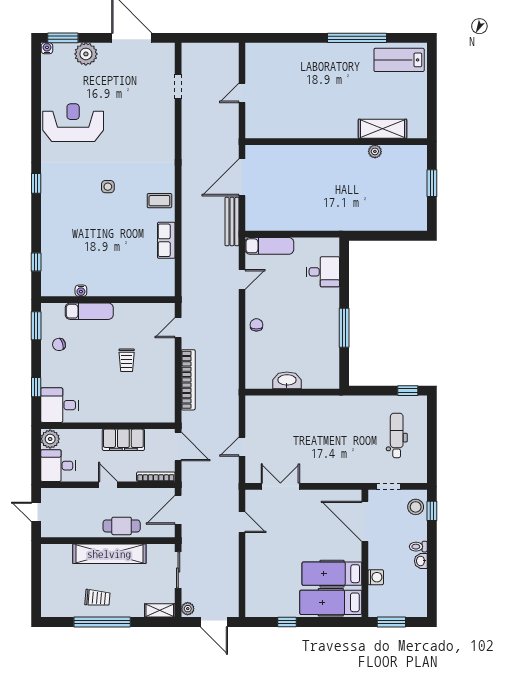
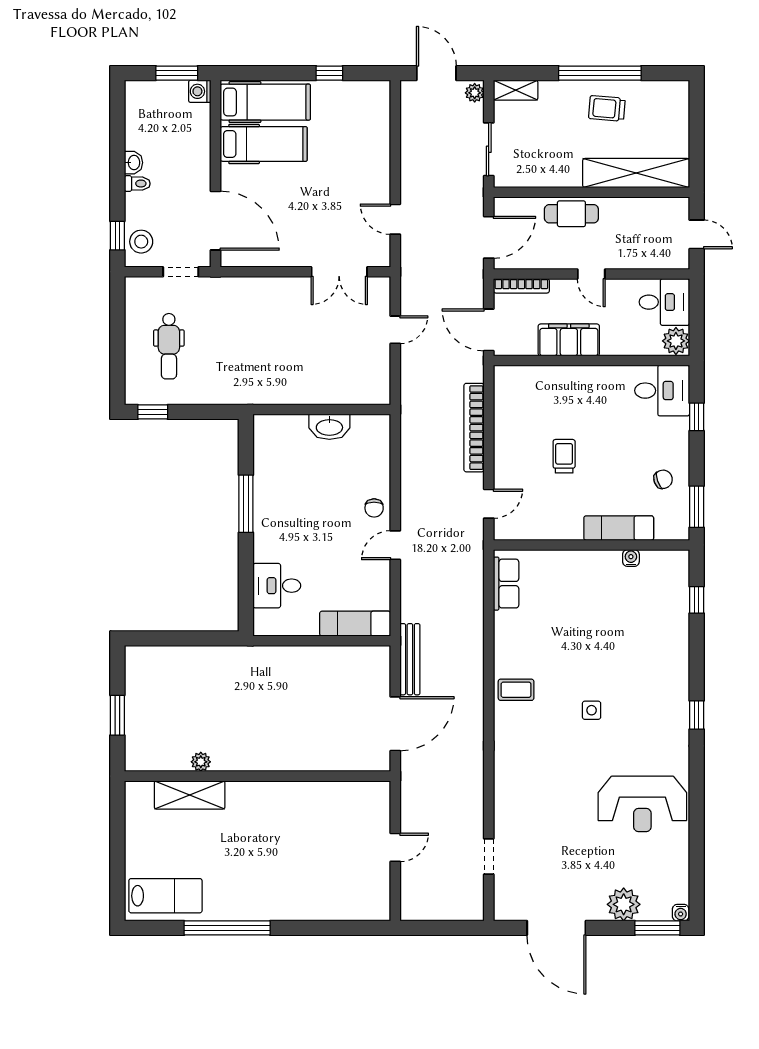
row of seats: (166, 240) -> (506, 584), moved
door: (242, 279) -> (395, 545), moved
shelving: (109, 554) -> (636, 173), moved
washing machine: (376, 577) -> (200, 91), moved

